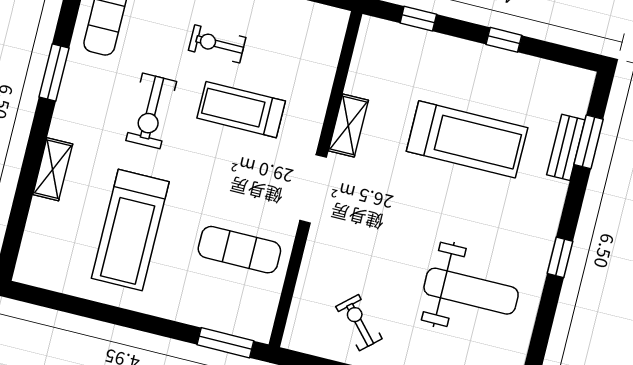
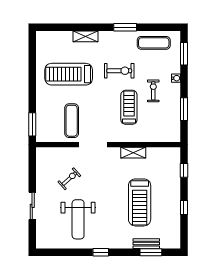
exercise bike: (151, 111) -> (119, 71), turned 180
doorway: (313, 189) -> (93, 145), moved
exercise bike: (359, 323) -> (69, 179), moved

